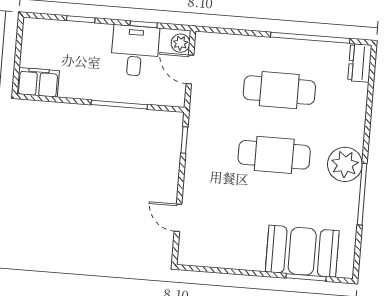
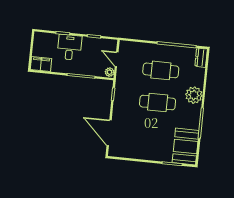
plant: (181, 43) -> (110, 72), moved
desk: (135, 51) -> (70, 47), moved
plant: (345, 164) -> (194, 95), moved
door: (178, 218) -> (109, 133), width x1.87
booth: (302, 251) -> (186, 146), moved, turned 90

